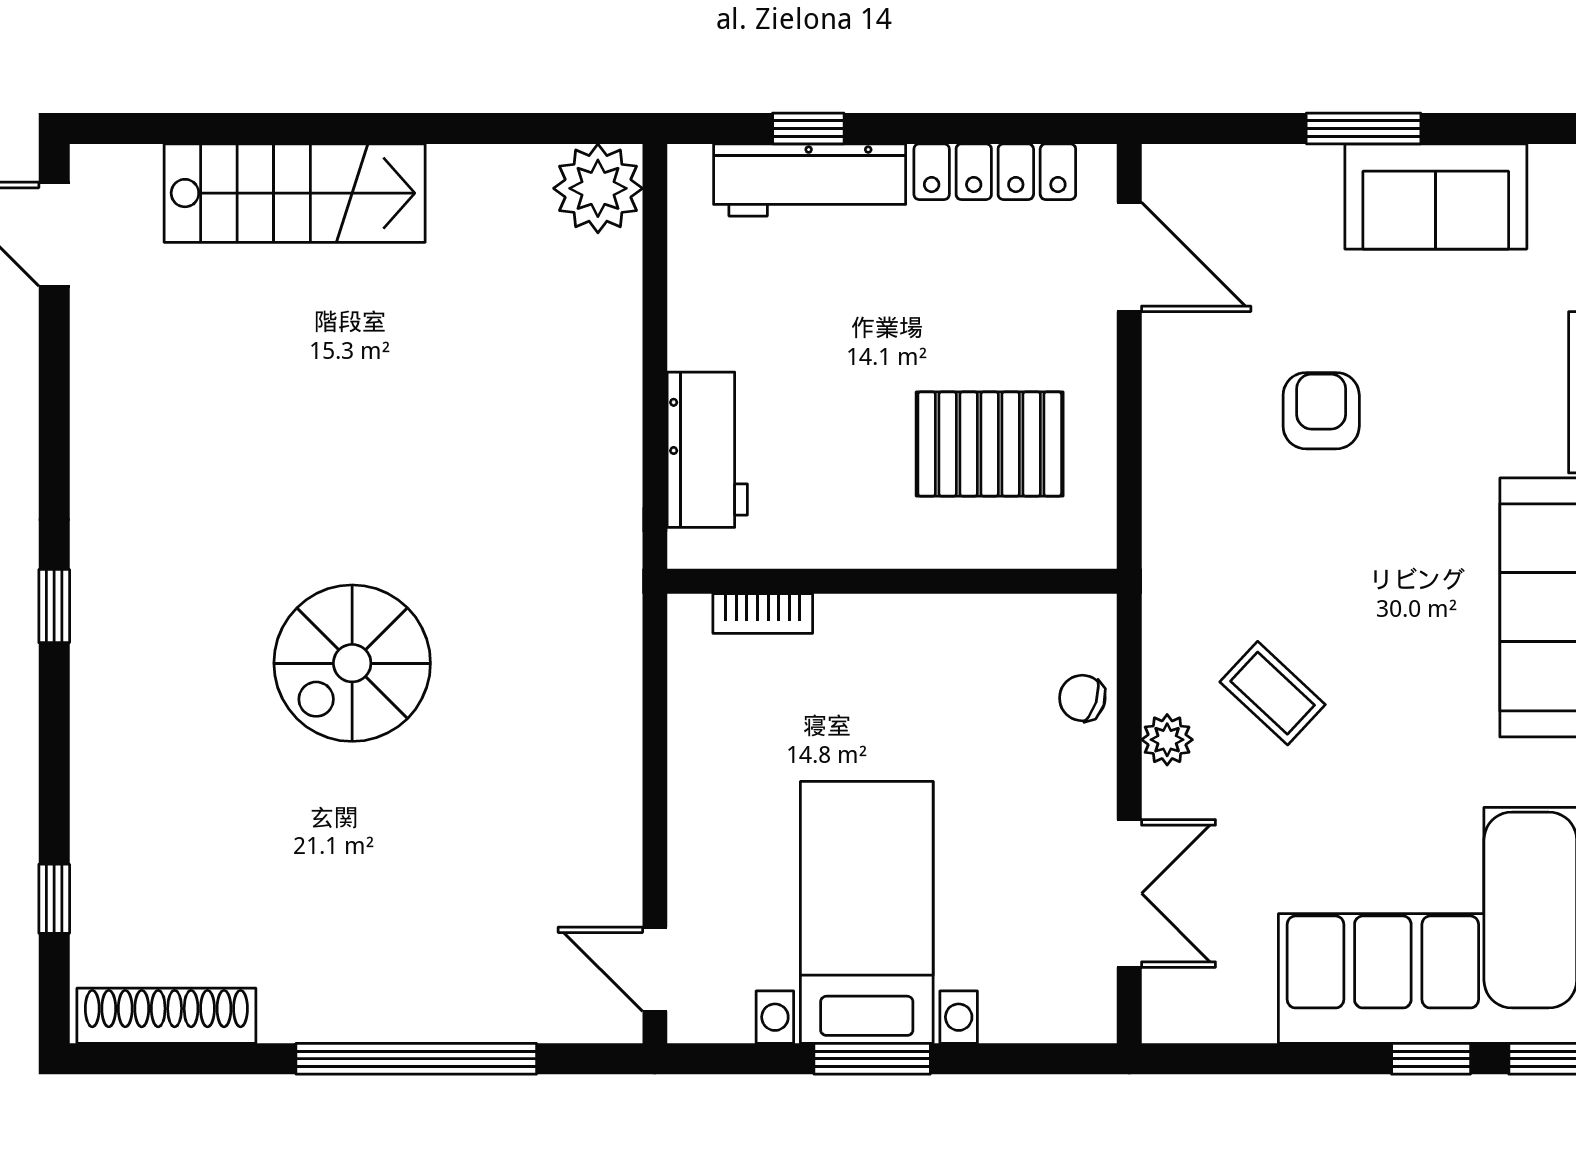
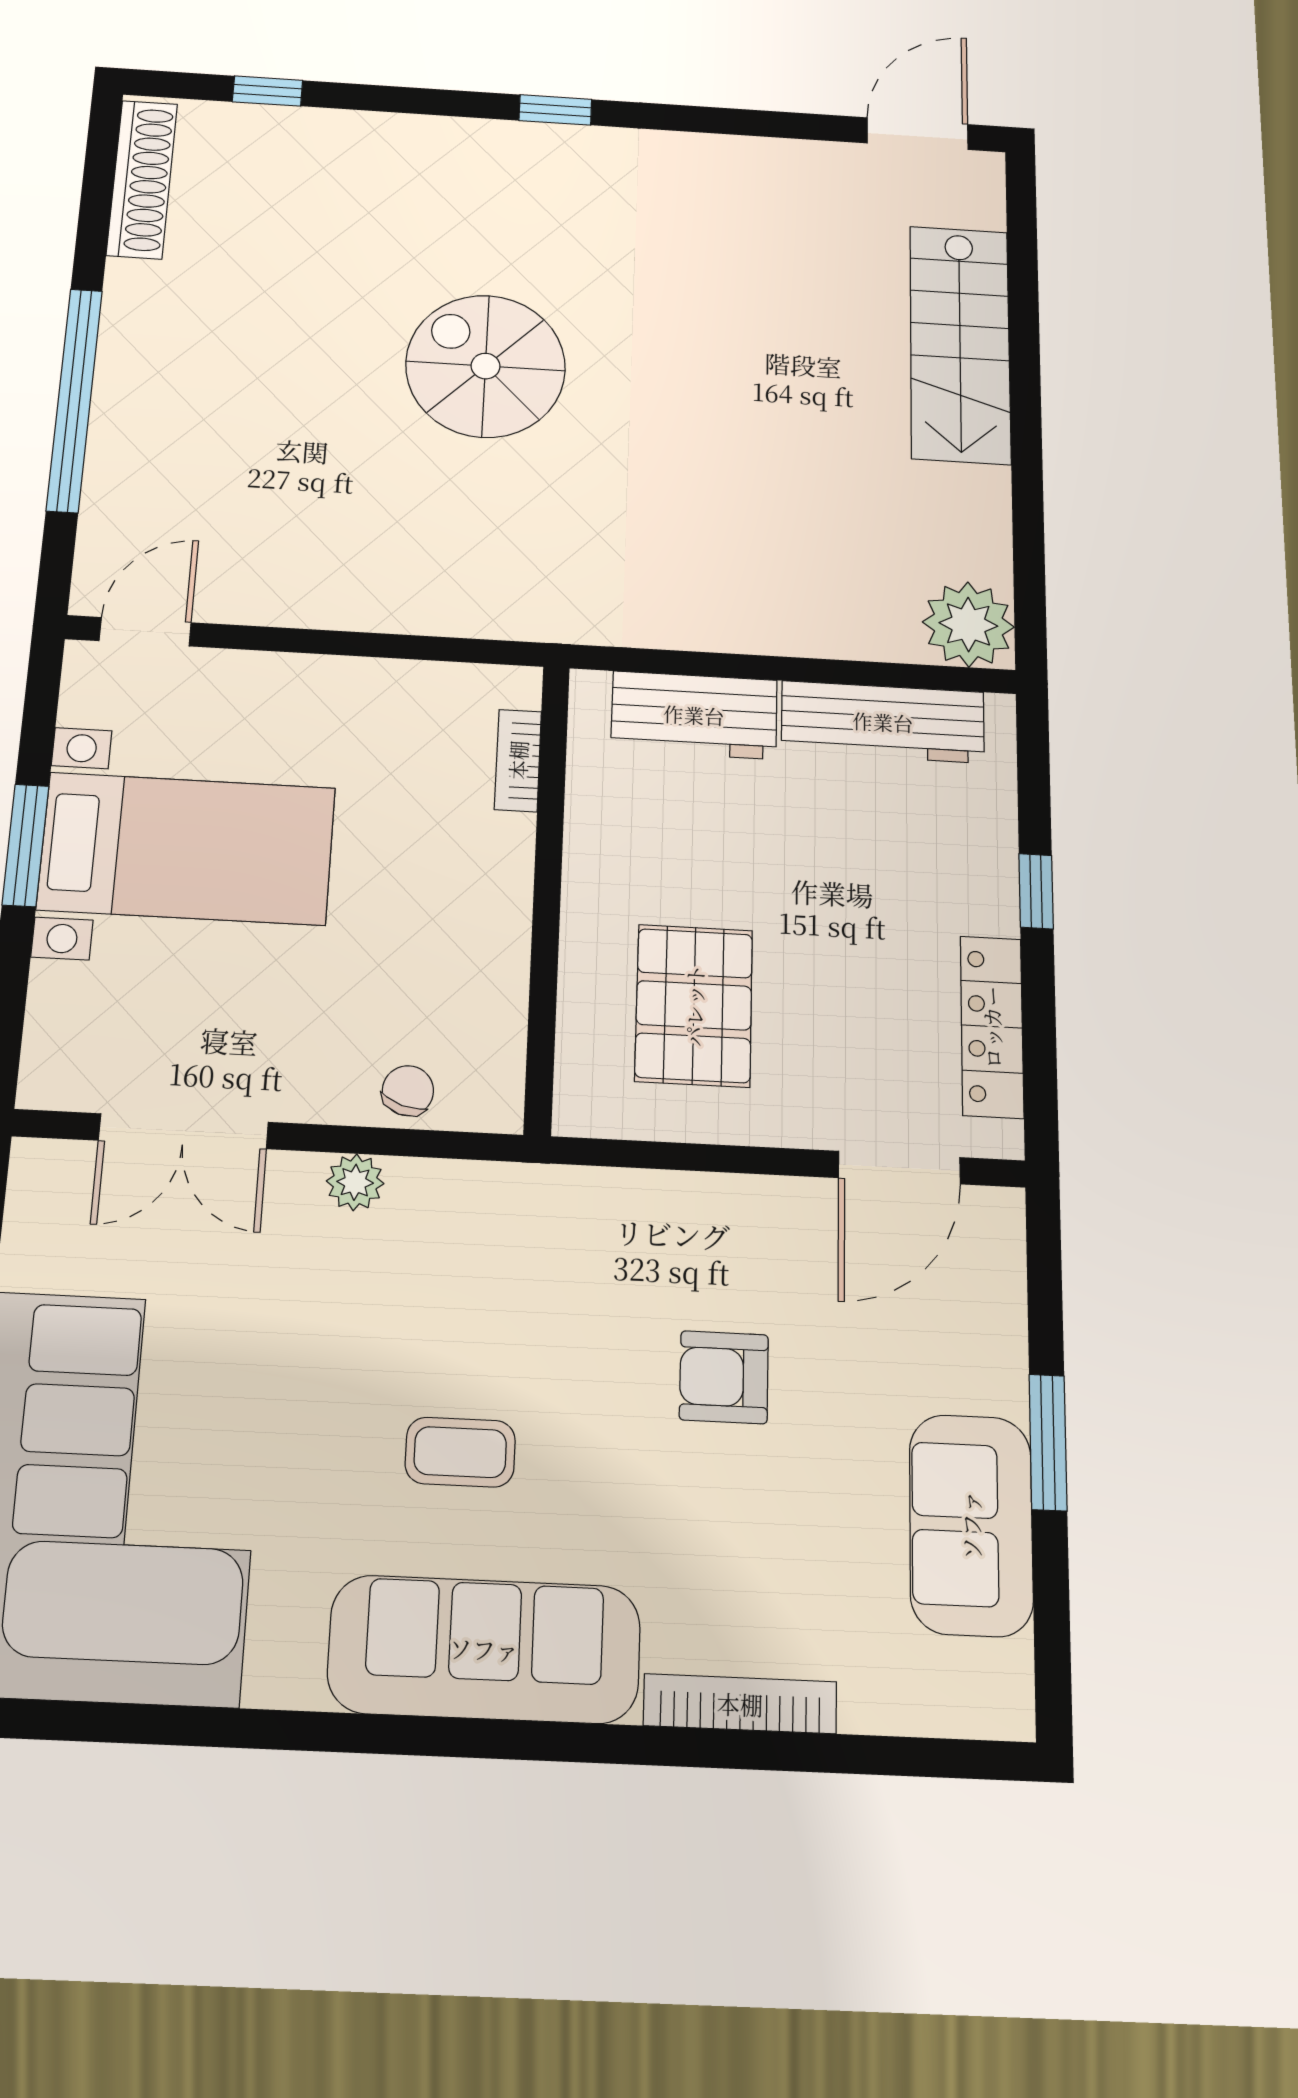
window: (808, 128) -> (1036, 891), moved
workbench: (810, 180) -> (883, 722), moved, turned -90
armchair: (1321, 411) -> (724, 1377), turned 180
coffee table: (1273, 693) -> (460, 1452), moved, turned 47

